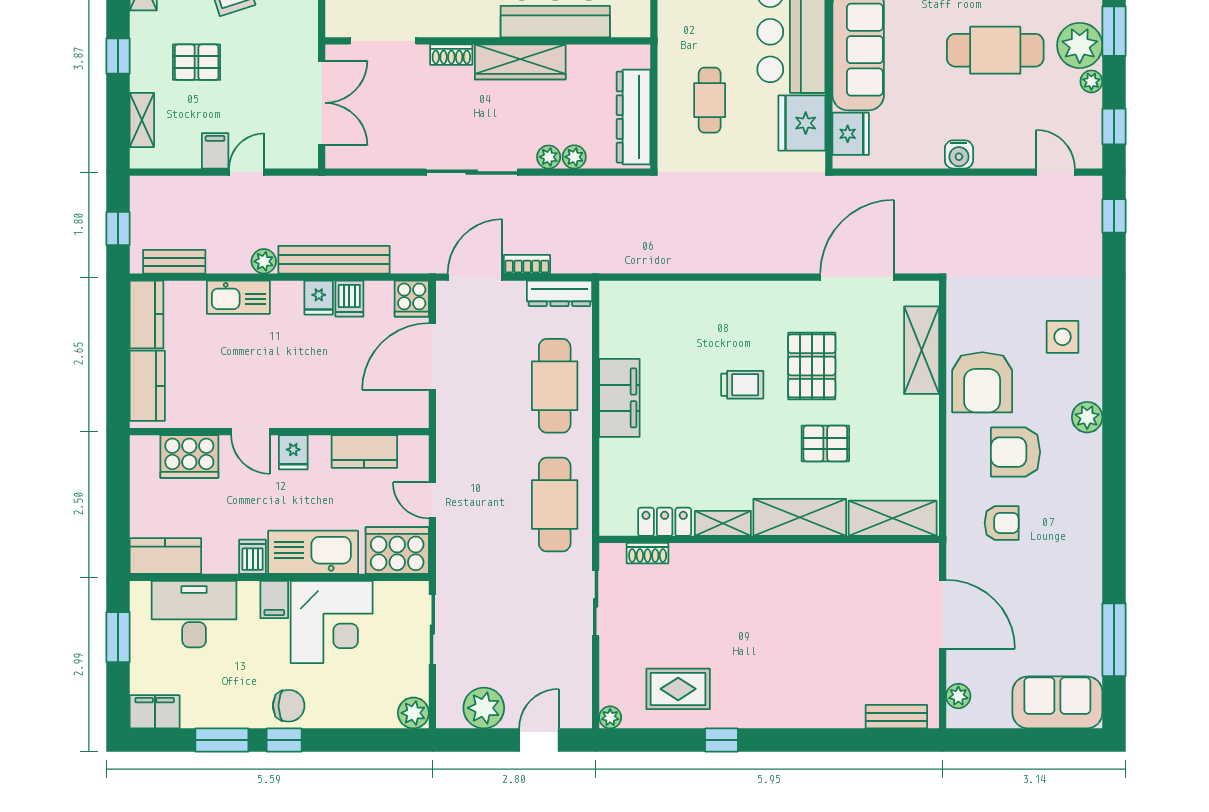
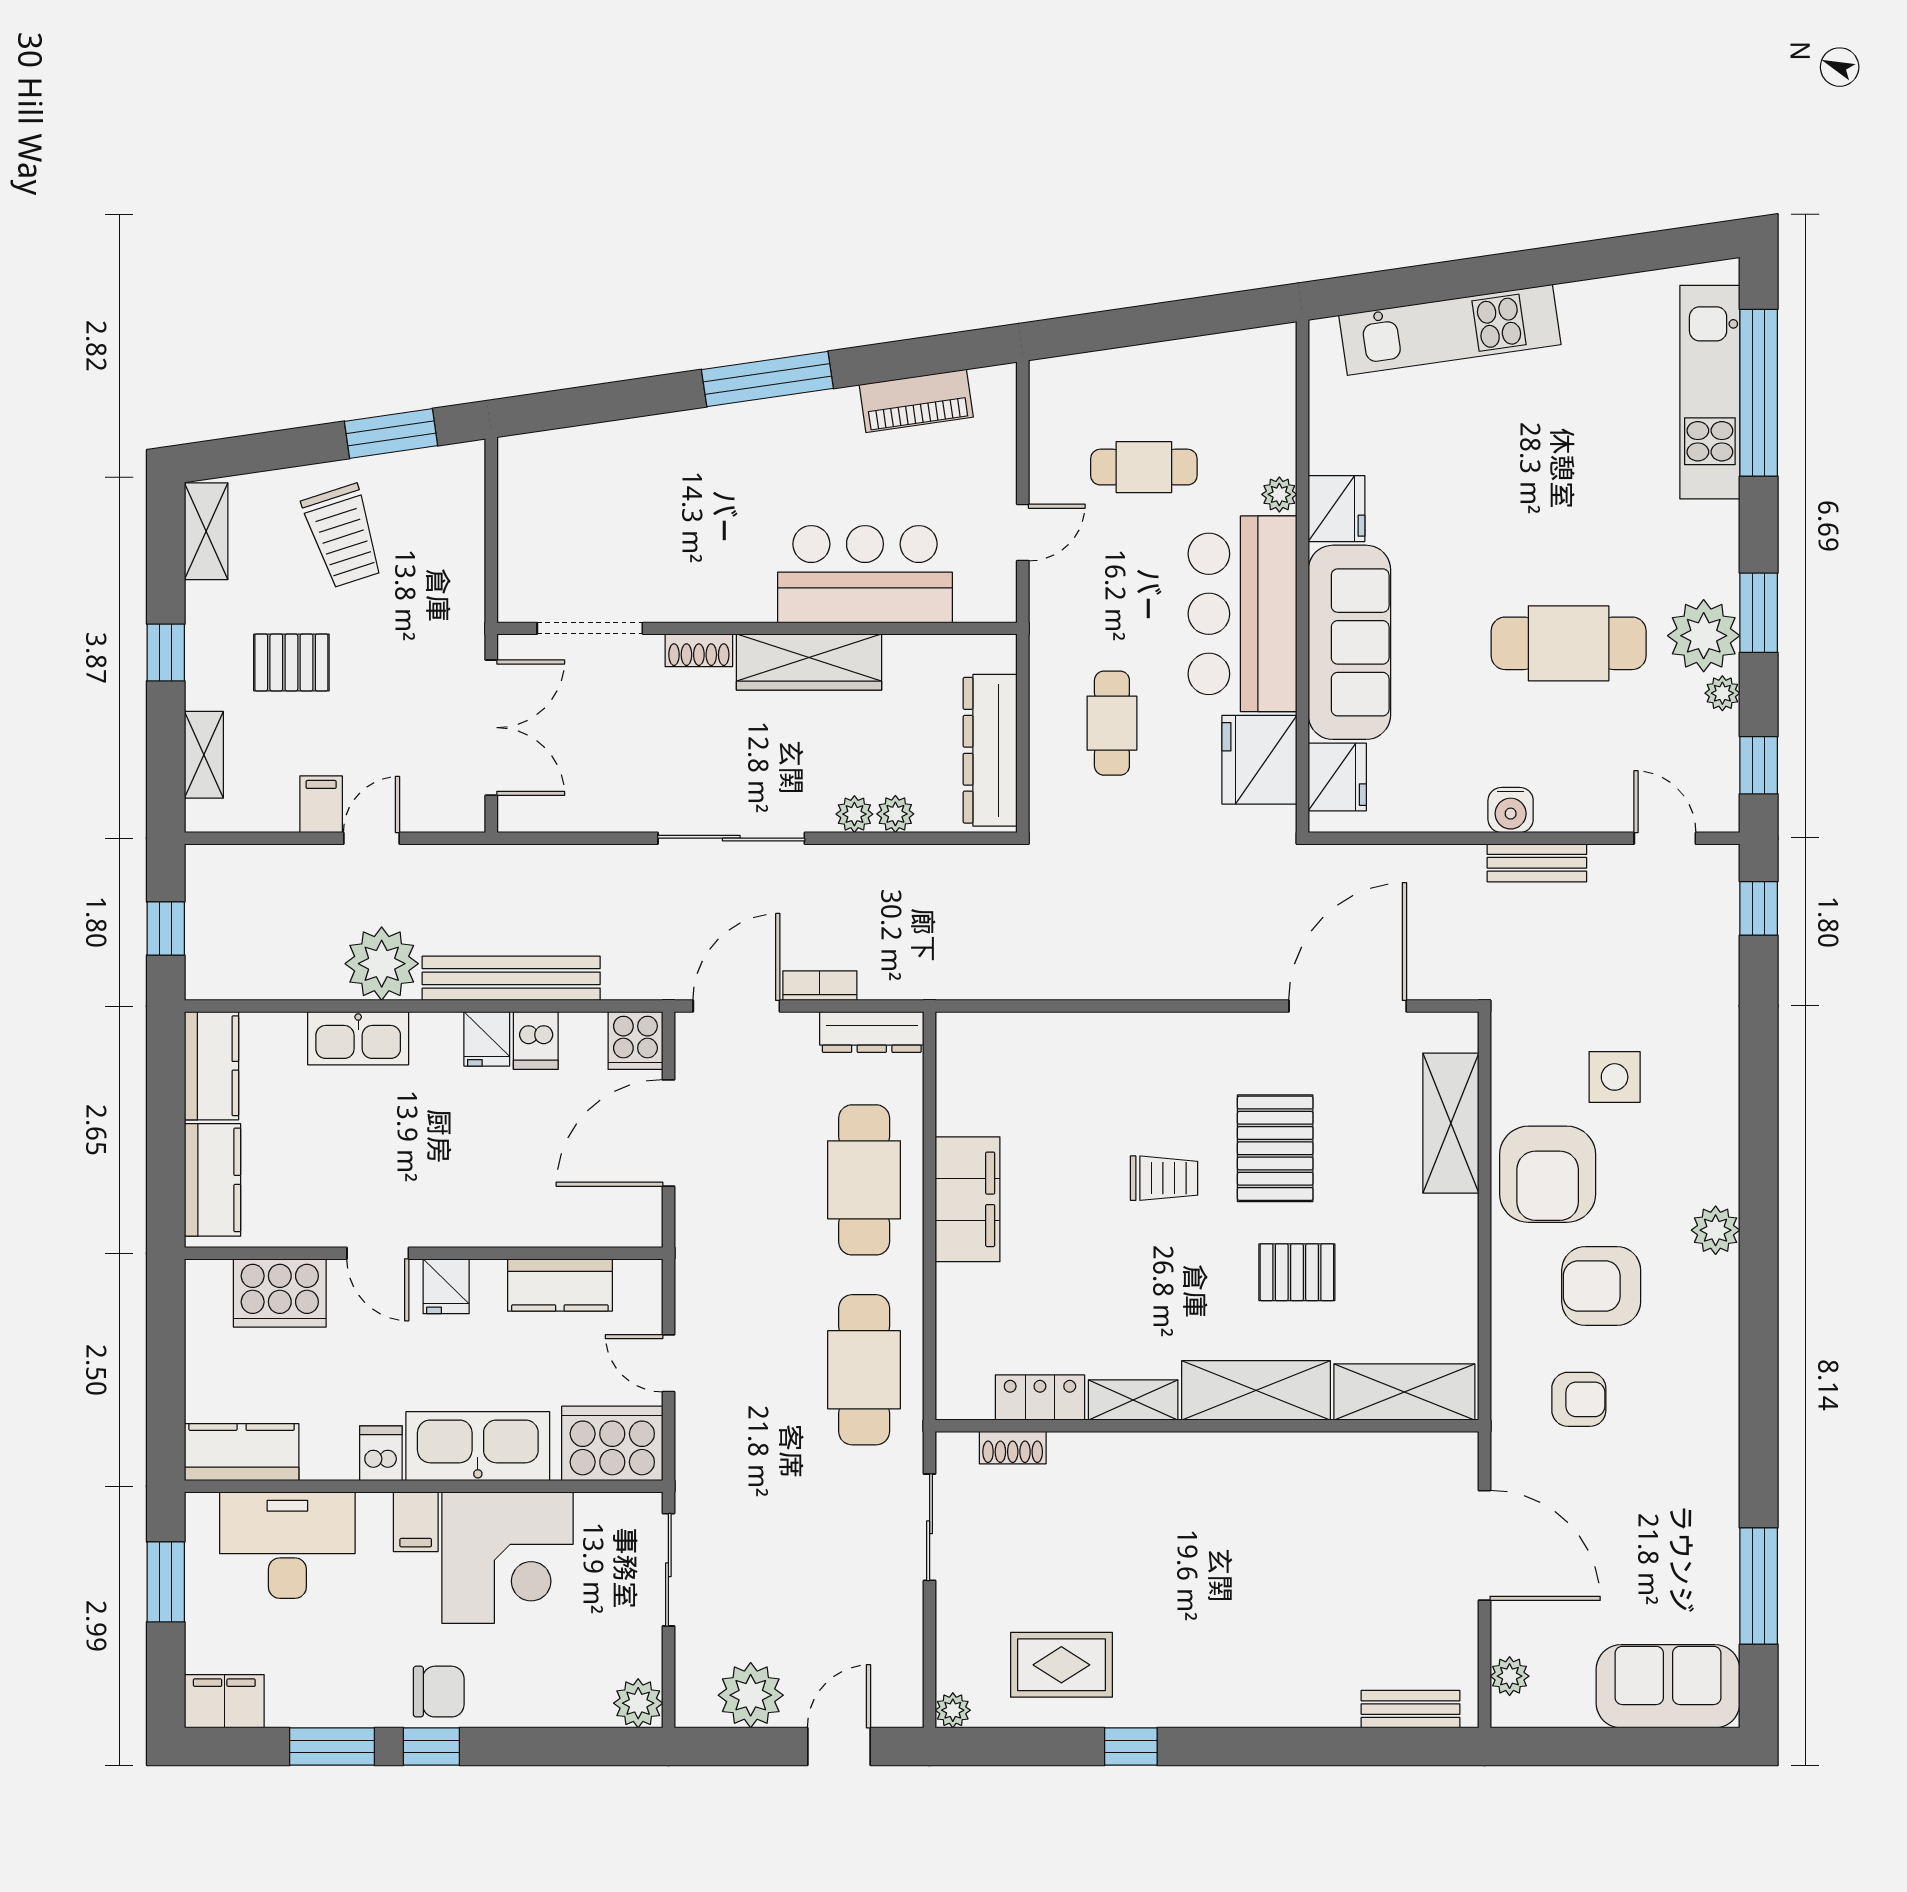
plant: (264, 261) -> (382, 964), width x1.88, depth x1.88
bench: (174, 262) -> (1537, 863), moved
side table: (1063, 337) -> (1615, 1077), moved

